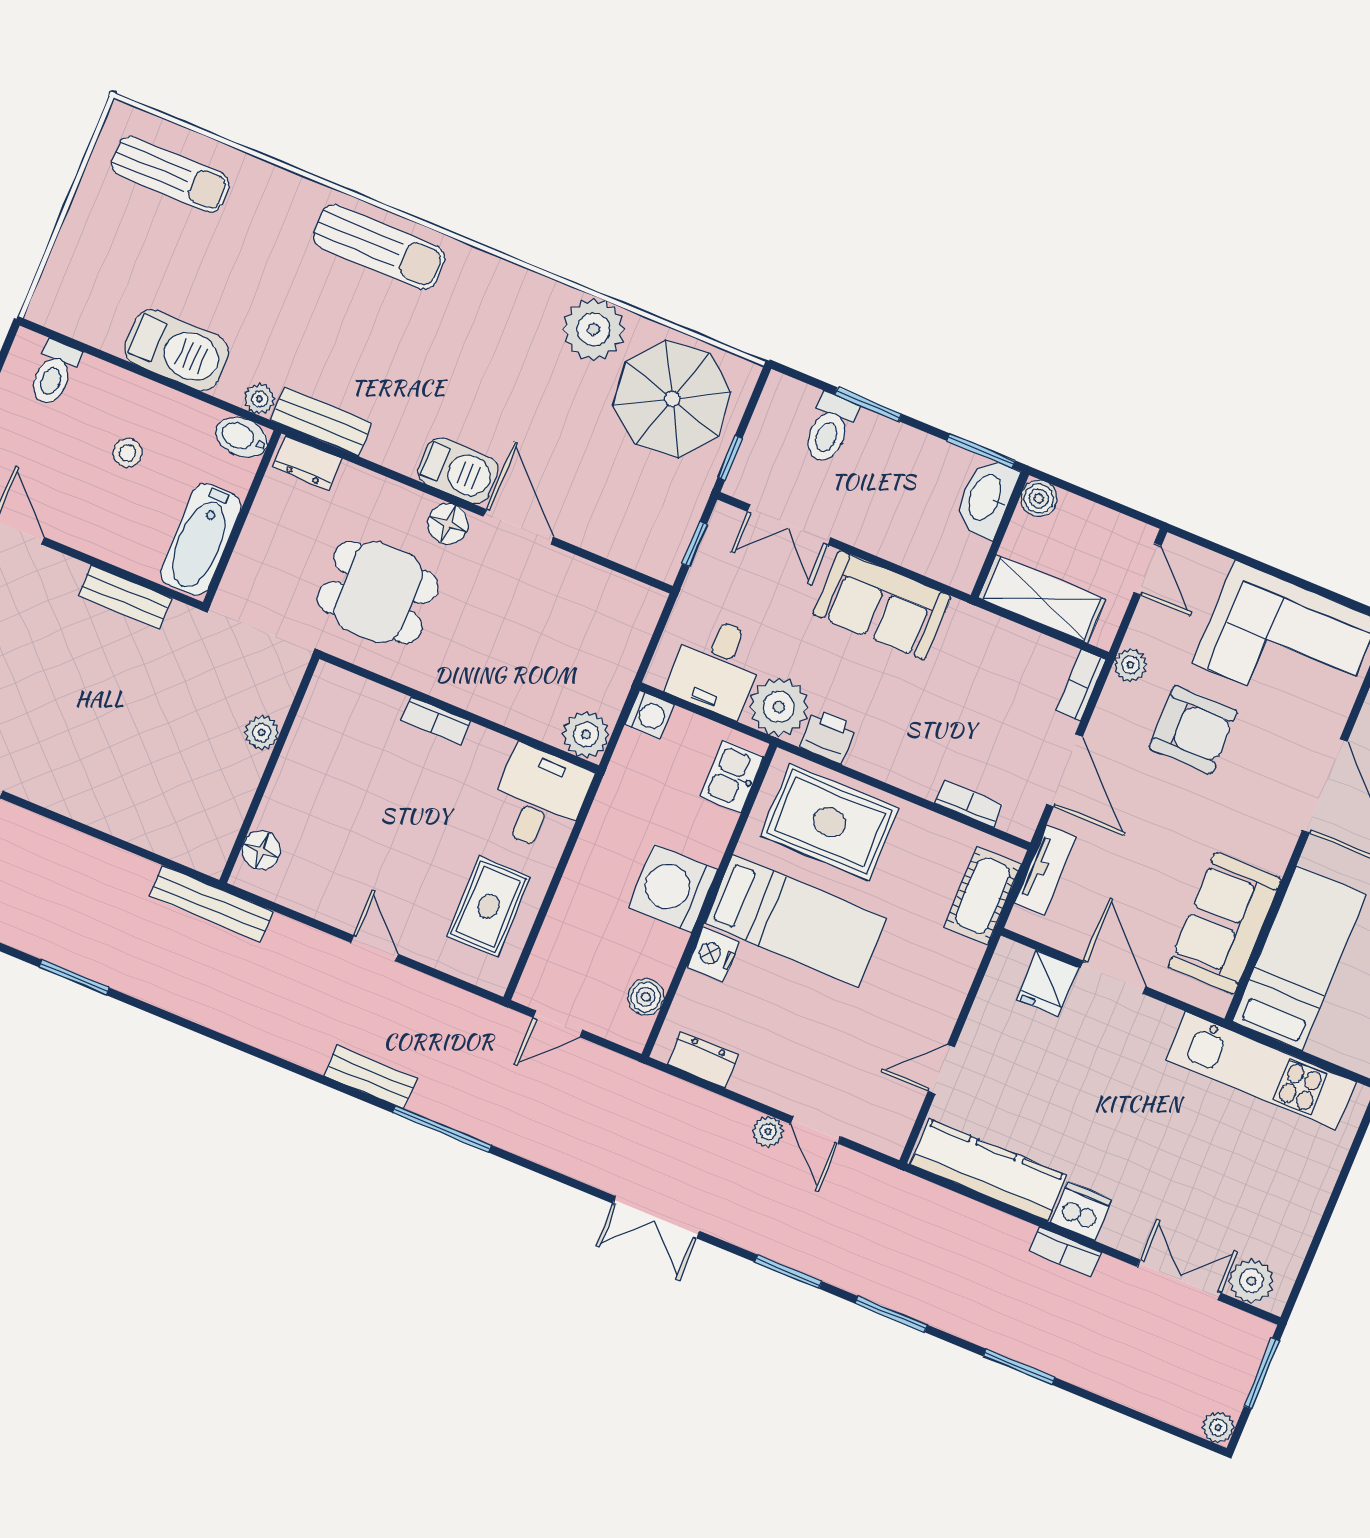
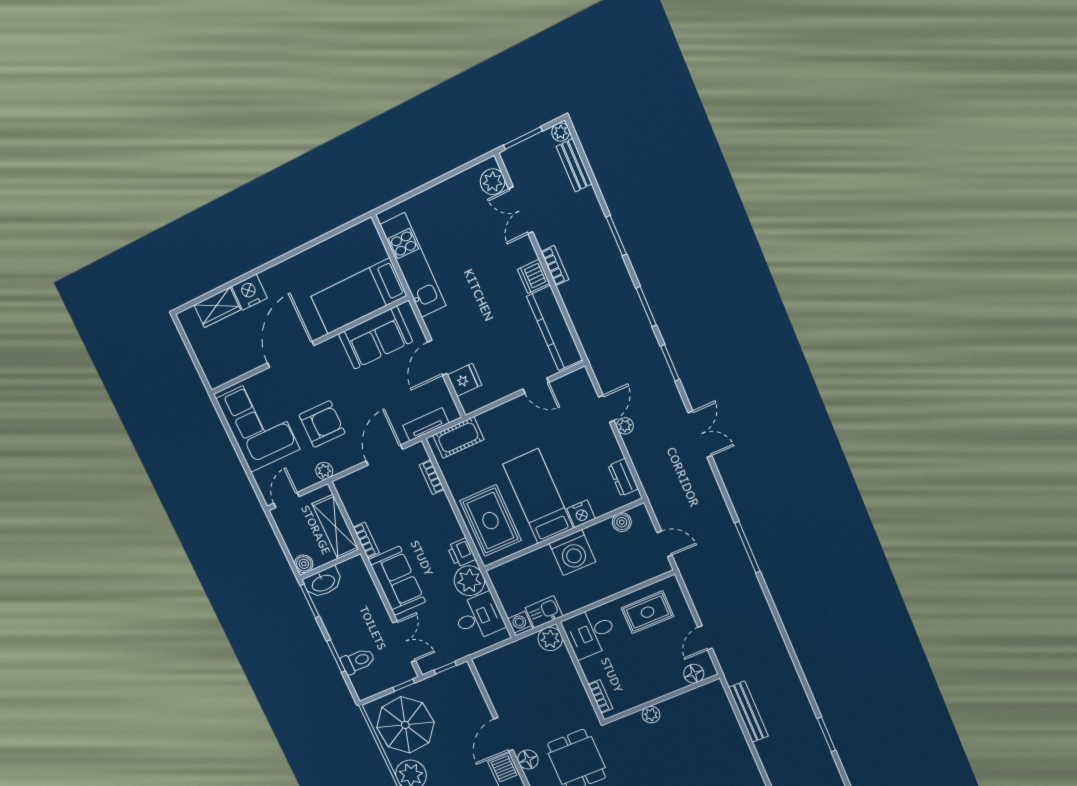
bookcase: (1081, 685) -> (366, 540), moved, turned -90
armchair: (1193, 730) -> (322, 424), turned 90
plant: (262, 733) -> (651, 715), moved
wall: (269, 769) -> (661, 699), moved
kitchen sink: (732, 777) -> (544, 612), moved, turned 180
floor lamp: (261, 850) -> (694, 674), moved
bench: (370, 1077) -> (574, 165), moved

